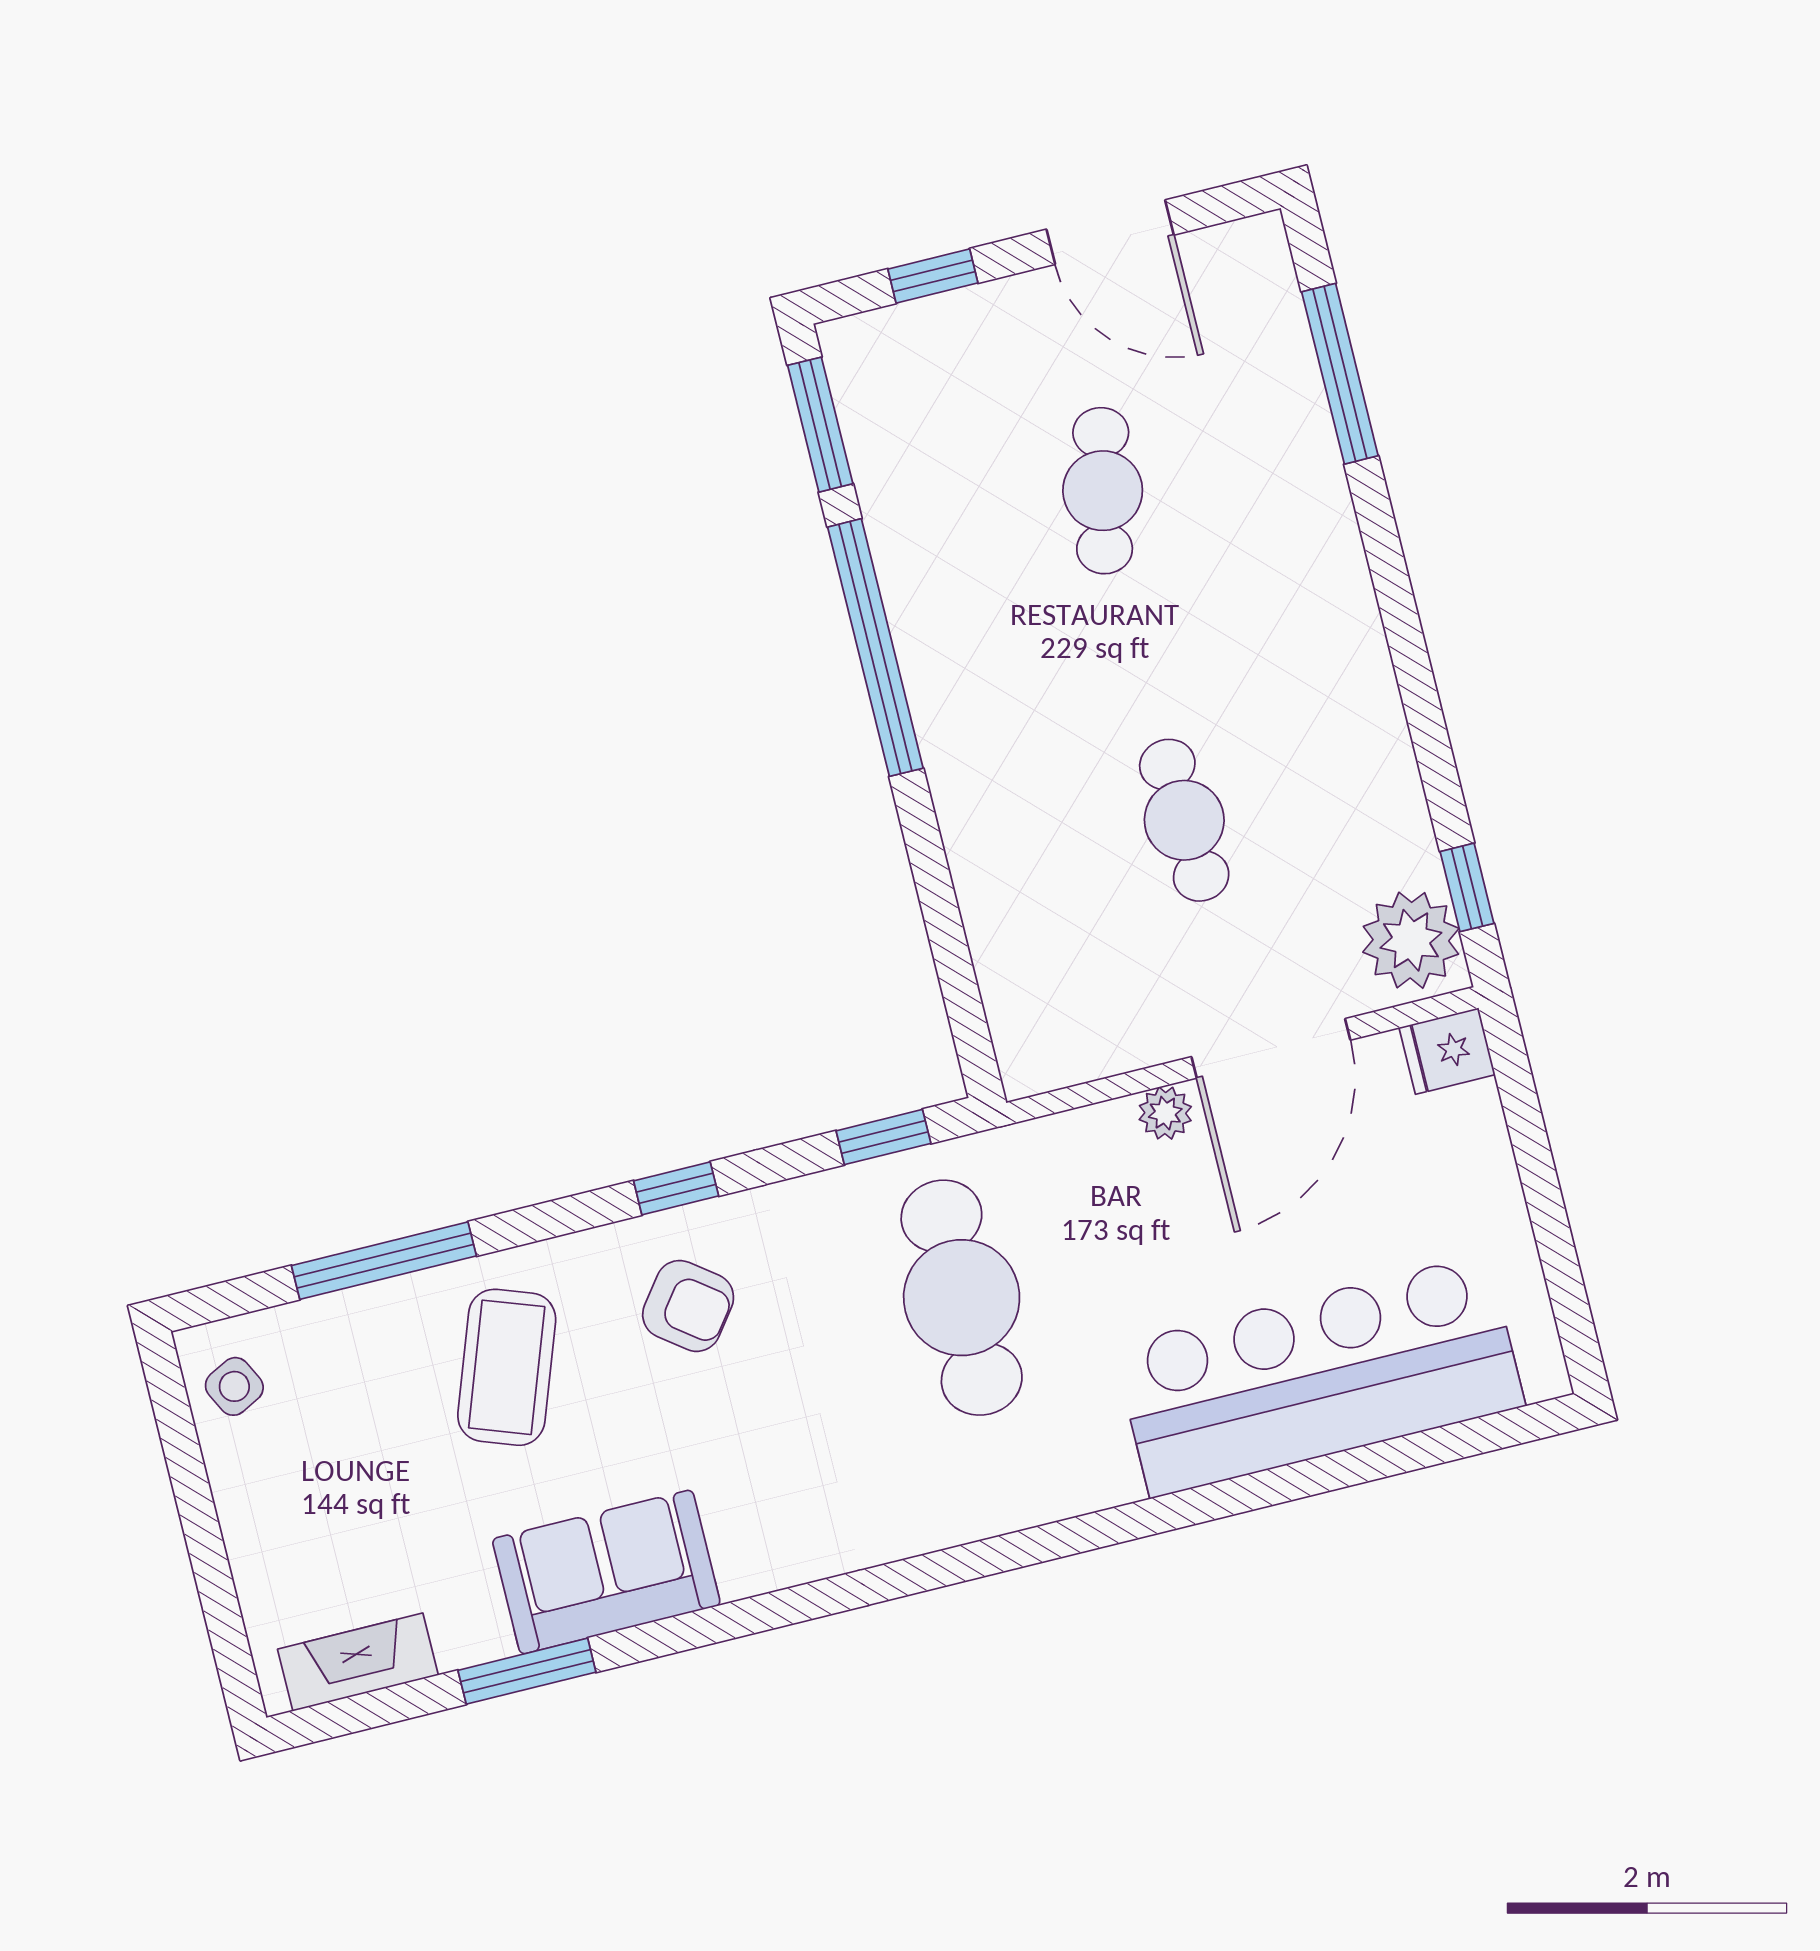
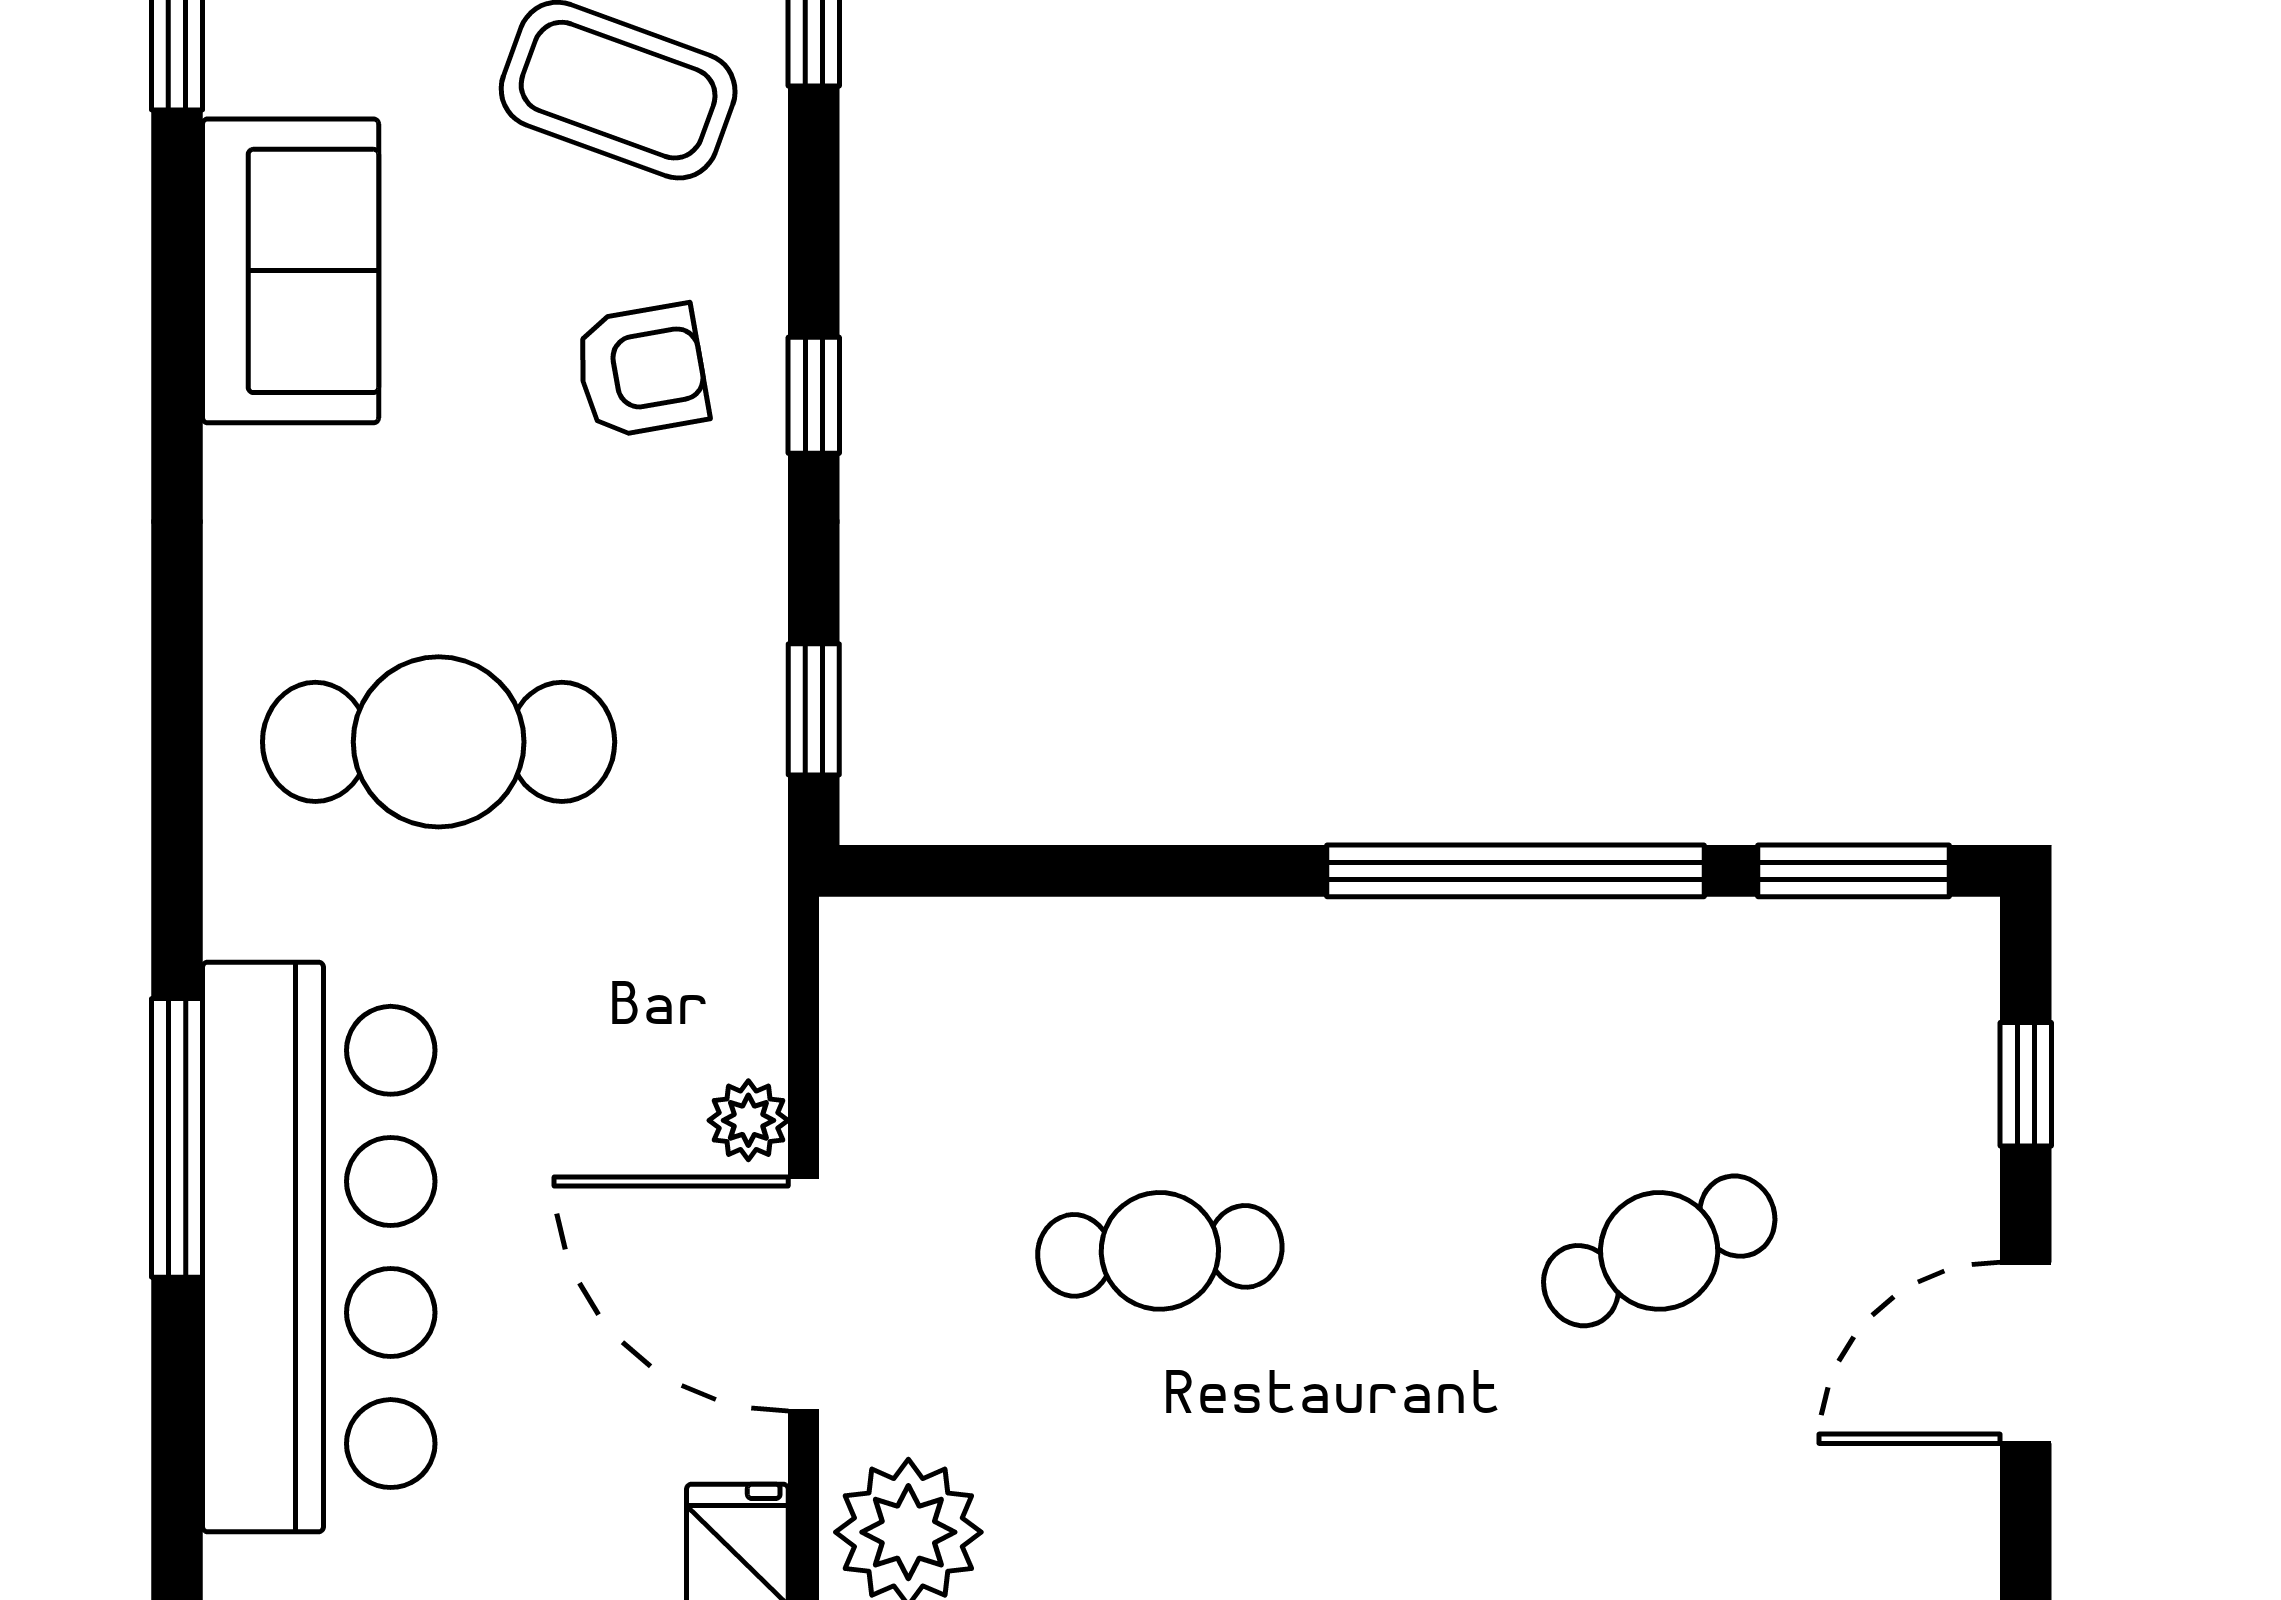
cafe table: (1103, 491) -> (1659, 1251), turned -36
cafe table: (962, 1298) -> (439, 742), moved
armchair: (688, 1306) -> (642, 371), turned -137
window: (1270, 1487) -> (177, 1138), added
sofa: (606, 1572) -> (291, 271), moved

